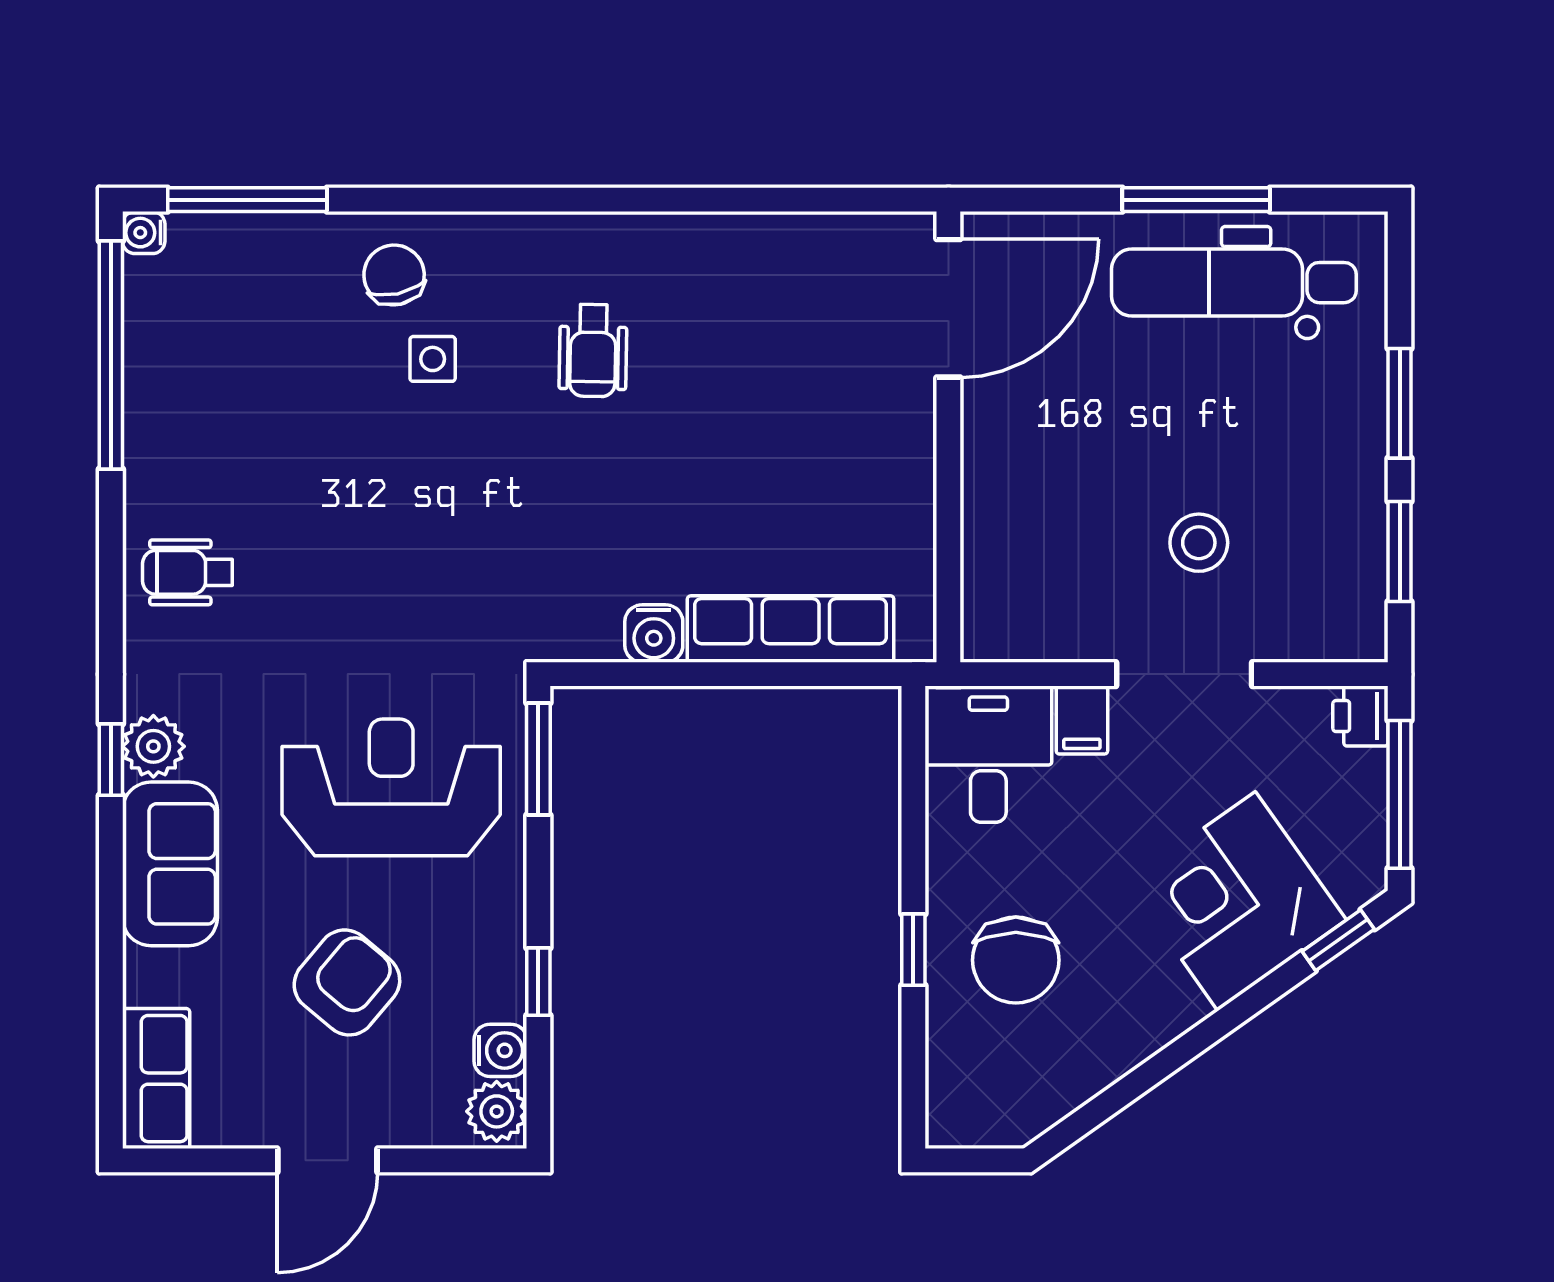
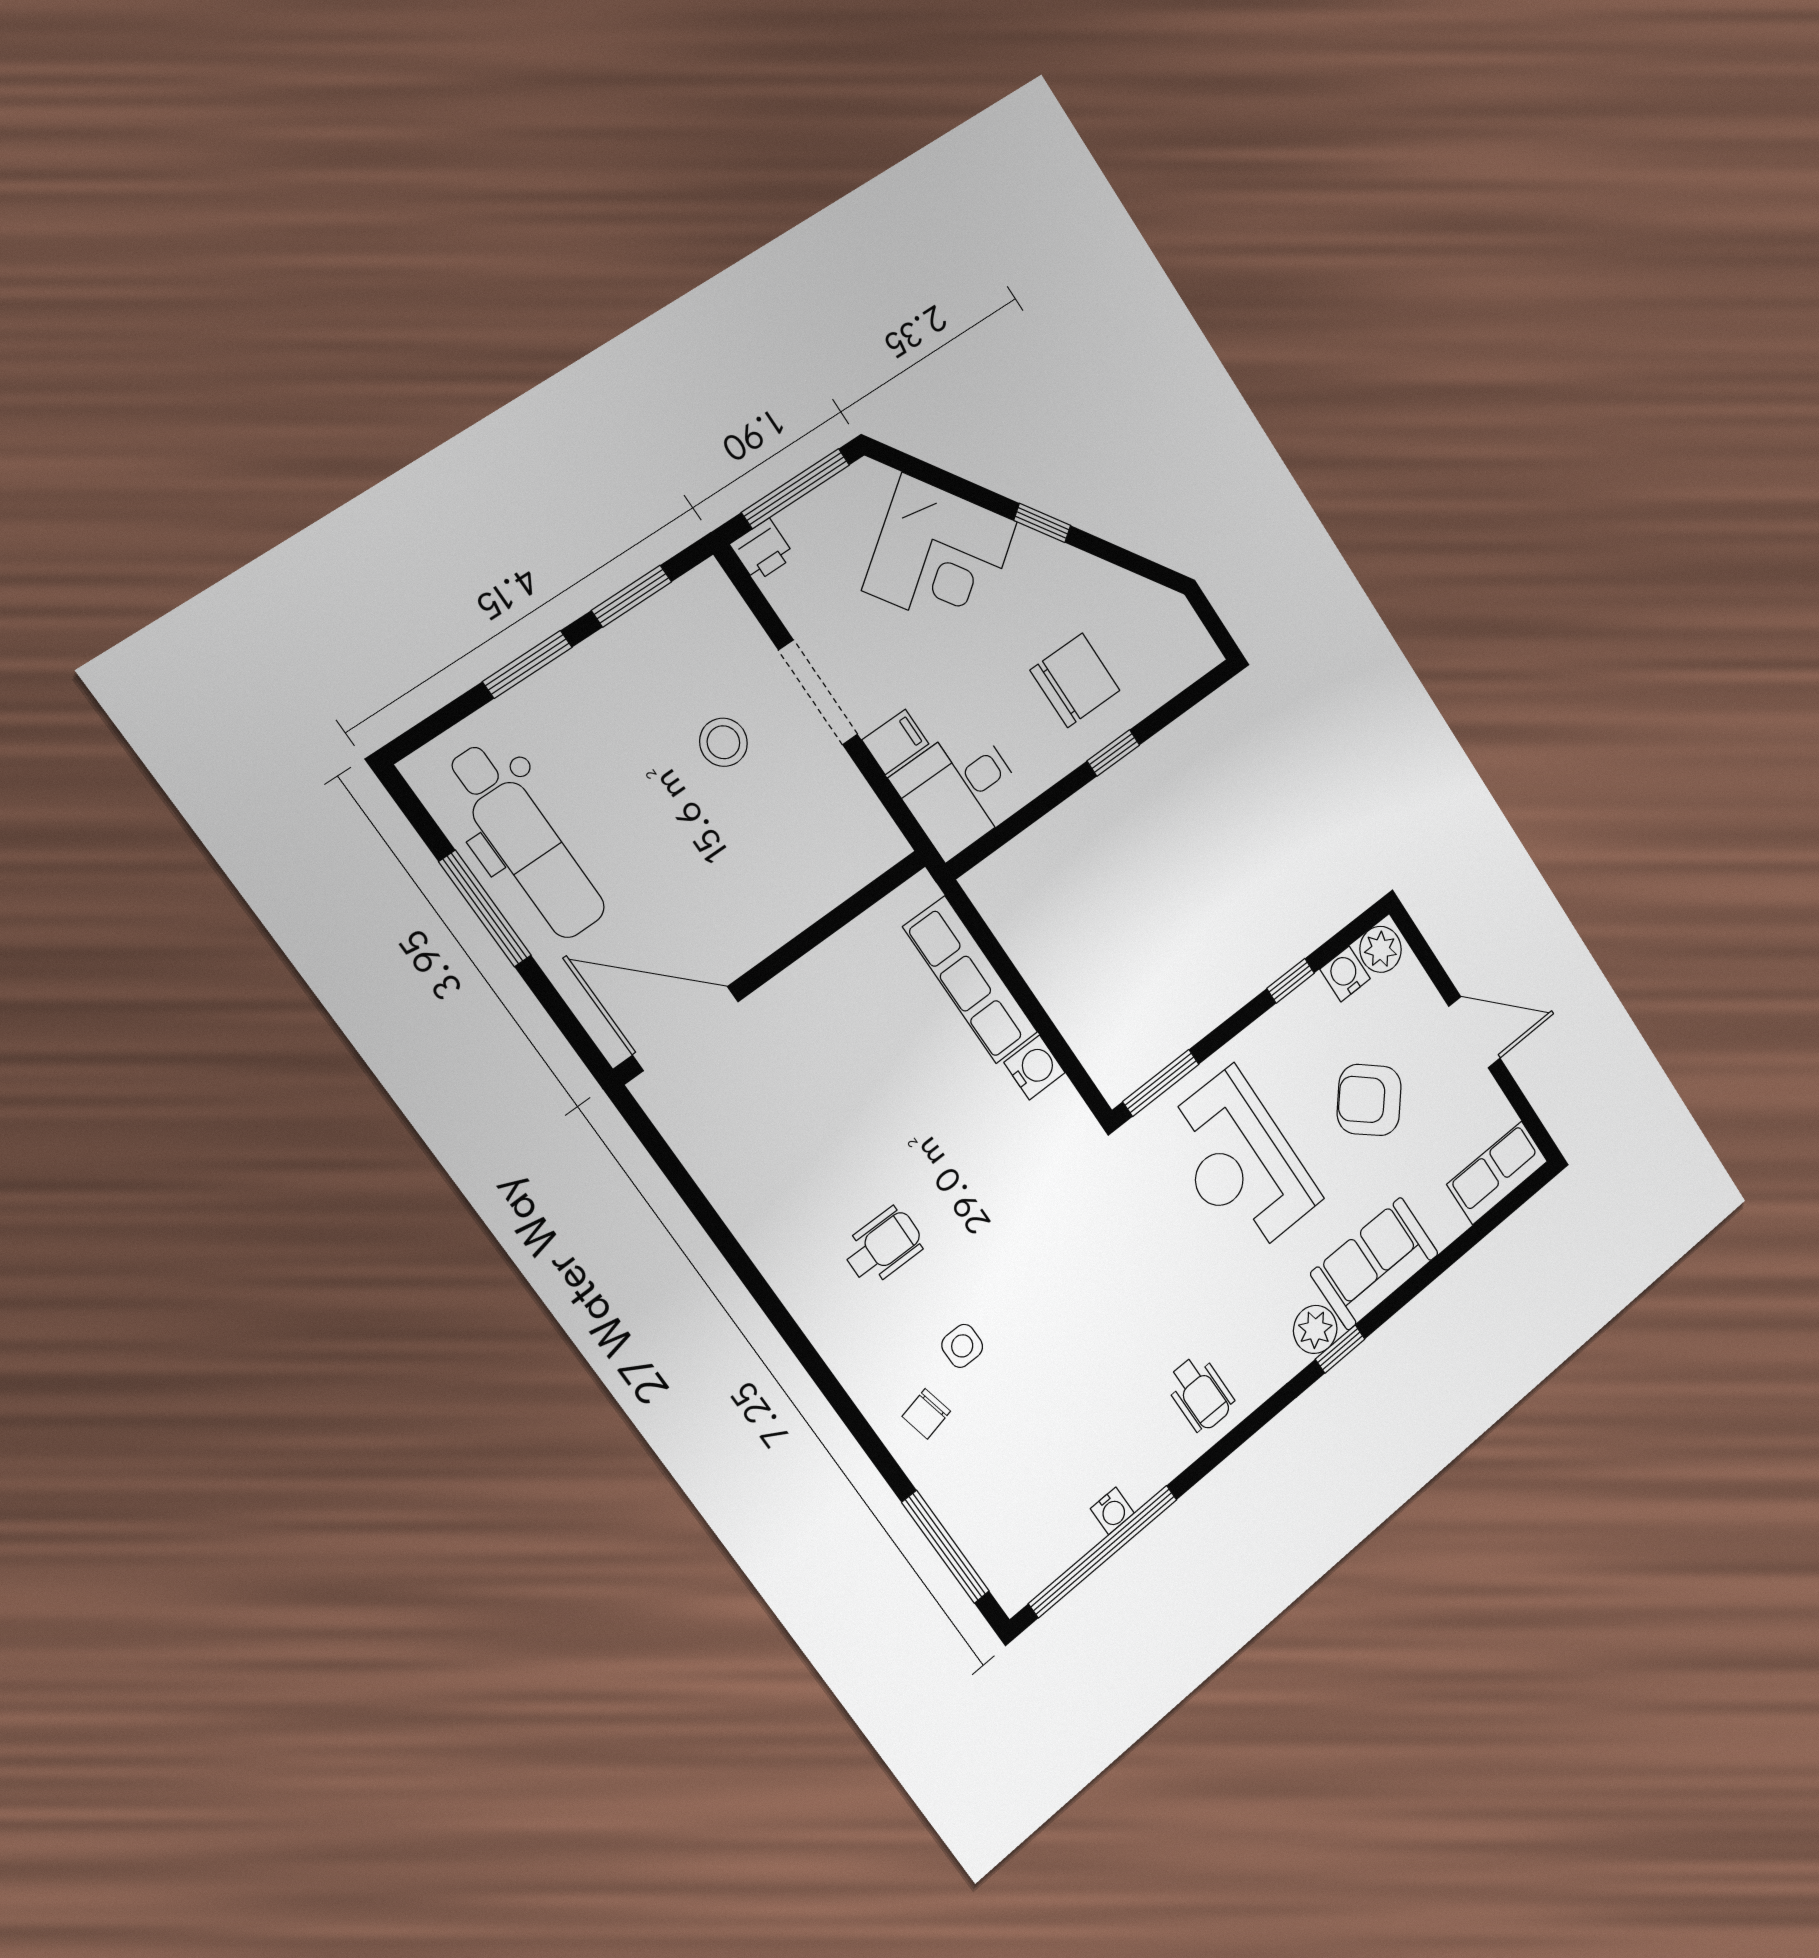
water cooler: (144, 233) -> (1112, 1511), moved
chair: (394, 275) -> (926, 1414), width x0.73, depth x0.73
window: (1338, 940) -> (1042, 523), moved

